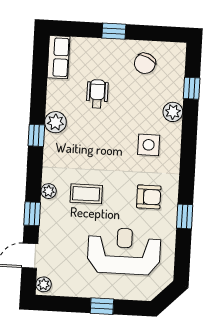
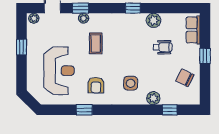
row of seats: (58, 57) -> (193, 30), moved, turned 90
plant: (55, 122) -> (153, 20), moved
plant: (49, 191) -> (84, 18), moved
window: (102, 306) -> (21, 47), moved

